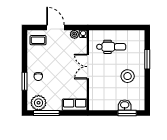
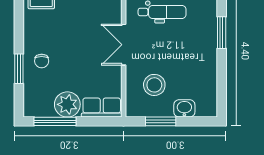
stool: (128, 76) -> (154, 85), moved
plant: (39, 103) -> (67, 104), moved
window: (127, 113) -> (161, 121), moved

